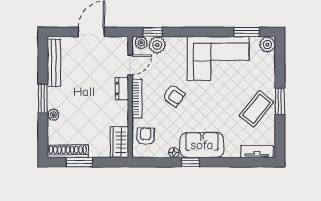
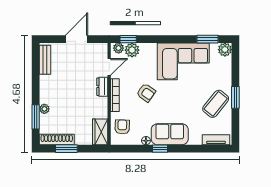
bench: (54, 63) -> (45, 60), width x0.73
window: (43, 99) -> (36, 117), moved

